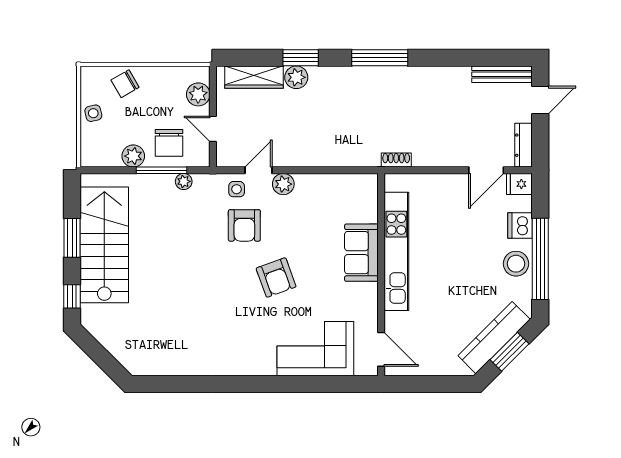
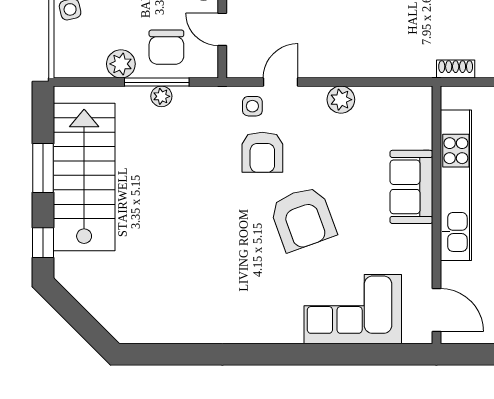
plant: (184, 181) -> (161, 96), moved
plant: (283, 184) -> (341, 100), moved
armchair: (276, 277) -> (303, 219), width x1.36, depth x1.36

